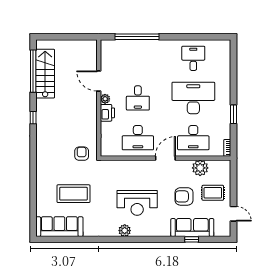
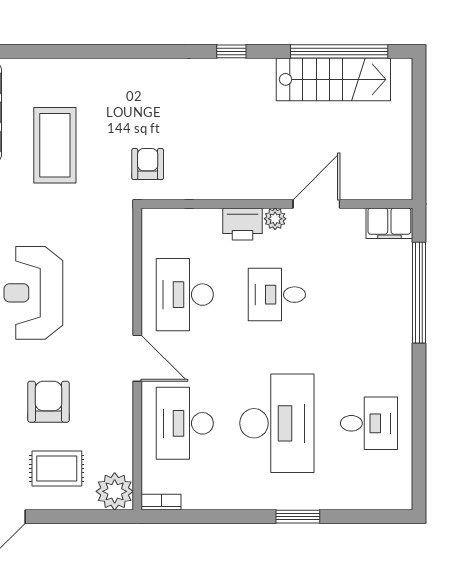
filing cabinet: (107, 50) -> (389, 223), added
window: (234, 114) -> (298, 517), moved
armchair: (82, 154) -> (148, 164), turned -90
plant: (200, 168) -> (115, 491), moved
rug: (213, 193) -> (57, 468), turned 90

